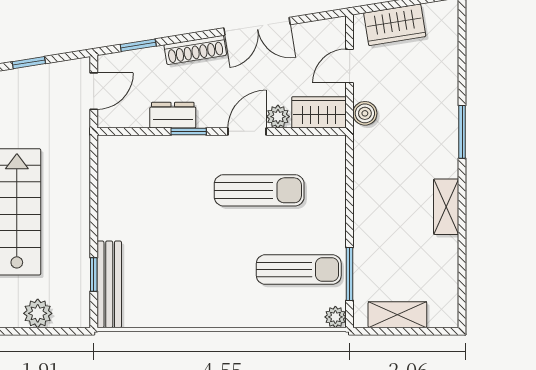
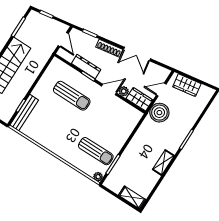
door: (94, 91) -> (63, 40), hinge flipped
boiler: (365, 113) -> (159, 113), width x1.86, depth x1.86
dresser: (173, 115) -> (86, 66), width x1.44
sun lounger: (259, 190) -> (72, 96), moved
shelving: (397, 315) -> (132, 197), moved

